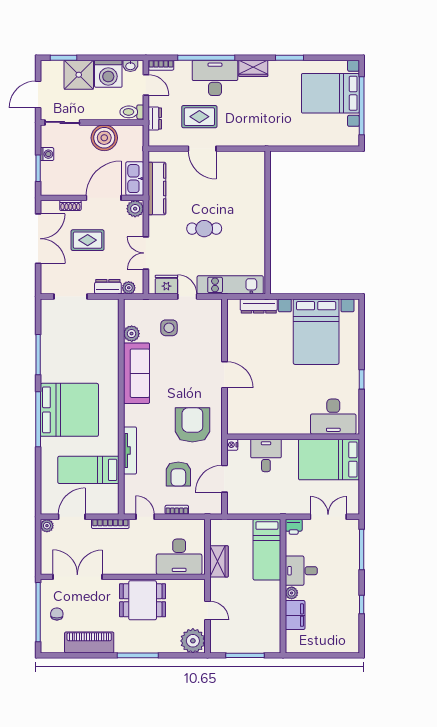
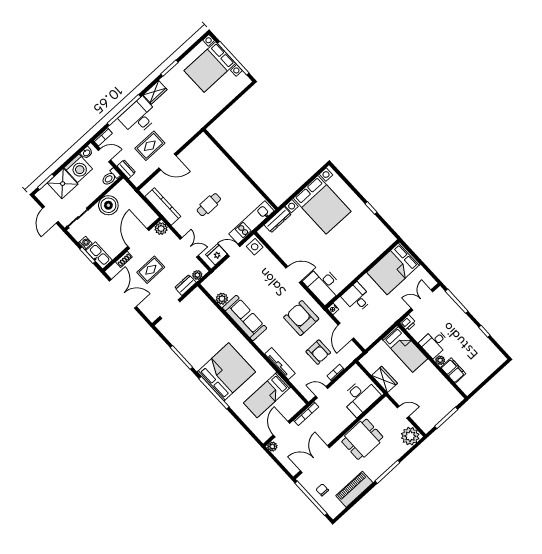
kitchen sink: (135, 179) -> (99, 255), moved, turned 180
double door: (146, 253) -> (189, 247), swing flipped
side table: (169, 328) -> (255, 247), moved
desk: (333, 417) -> (323, 285), moved, turned 90

